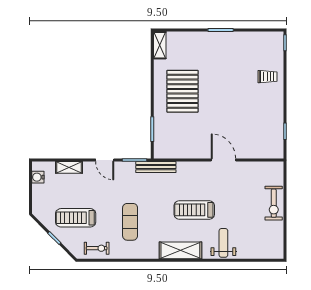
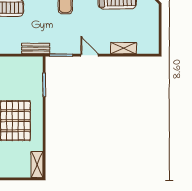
bench: (156, 167) -> (36, 49), width x0.73
water cooler: (38, 177) -> (153, 39), removed

